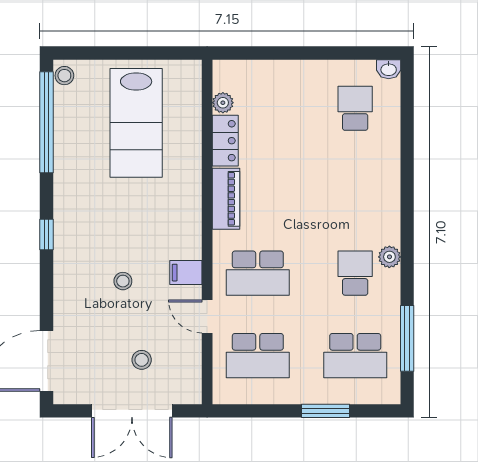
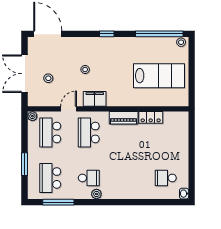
plant: (223, 103) -> (32, 116), moved
school desk: (355, 108) -> (166, 178), turned 180
lab bench: (136, 123) -> (159, 76), turned 180
filing cabinet: (186, 273) -> (95, 99), width x2.00

